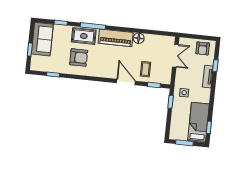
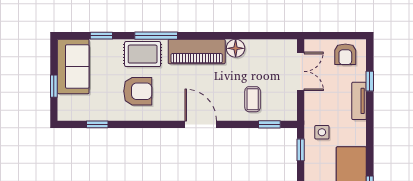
door: (126, 82) -> (201, 124), moved

